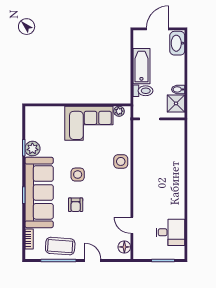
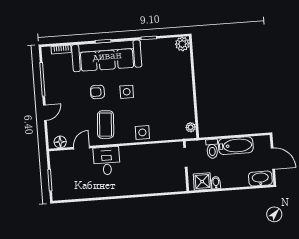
corner sofa: (89, 123) -> (177, 99), removed
plant: (32, 149) -> (182, 44), moved
desk: (170, 232) -> (107, 161), moved, turned 180
coffee table: (60, 246) -> (106, 125), moved

